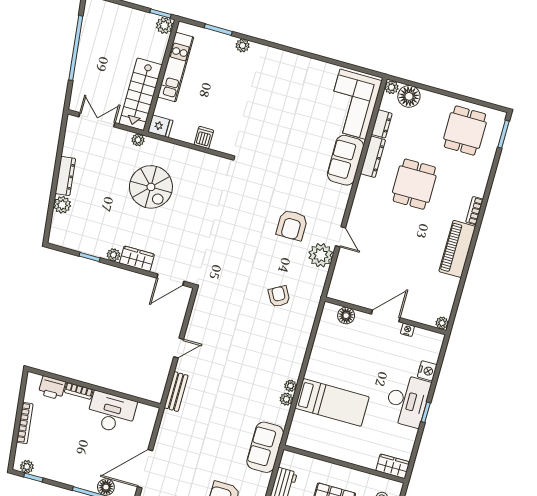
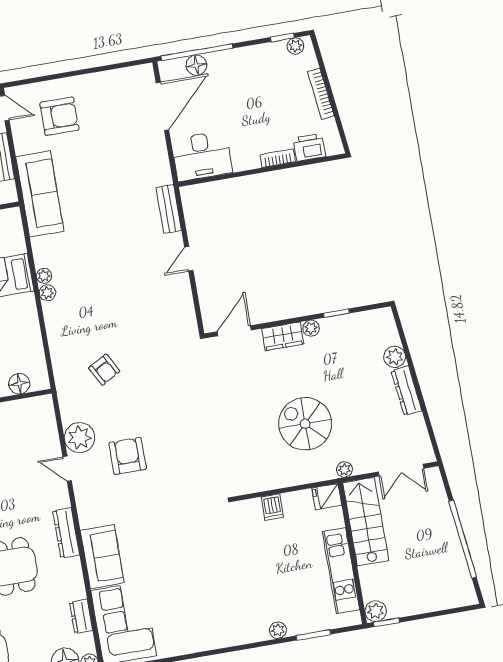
dresser: (373, 157) -> (66, 533), moved
plant: (286, 399) -> (47, 293), moved
desk: (111, 413) -> (202, 156), moved
sofa: (265, 447) -> (40, 194), width x1.36

